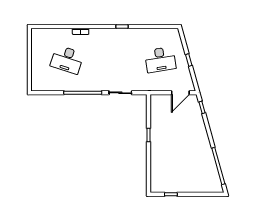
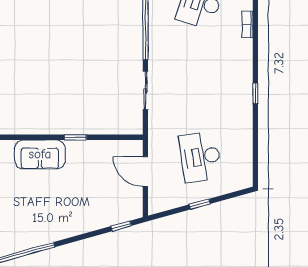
door: (180, 93) -> (145, 172), moved
sofa: (159, 156) -> (40, 154), added

